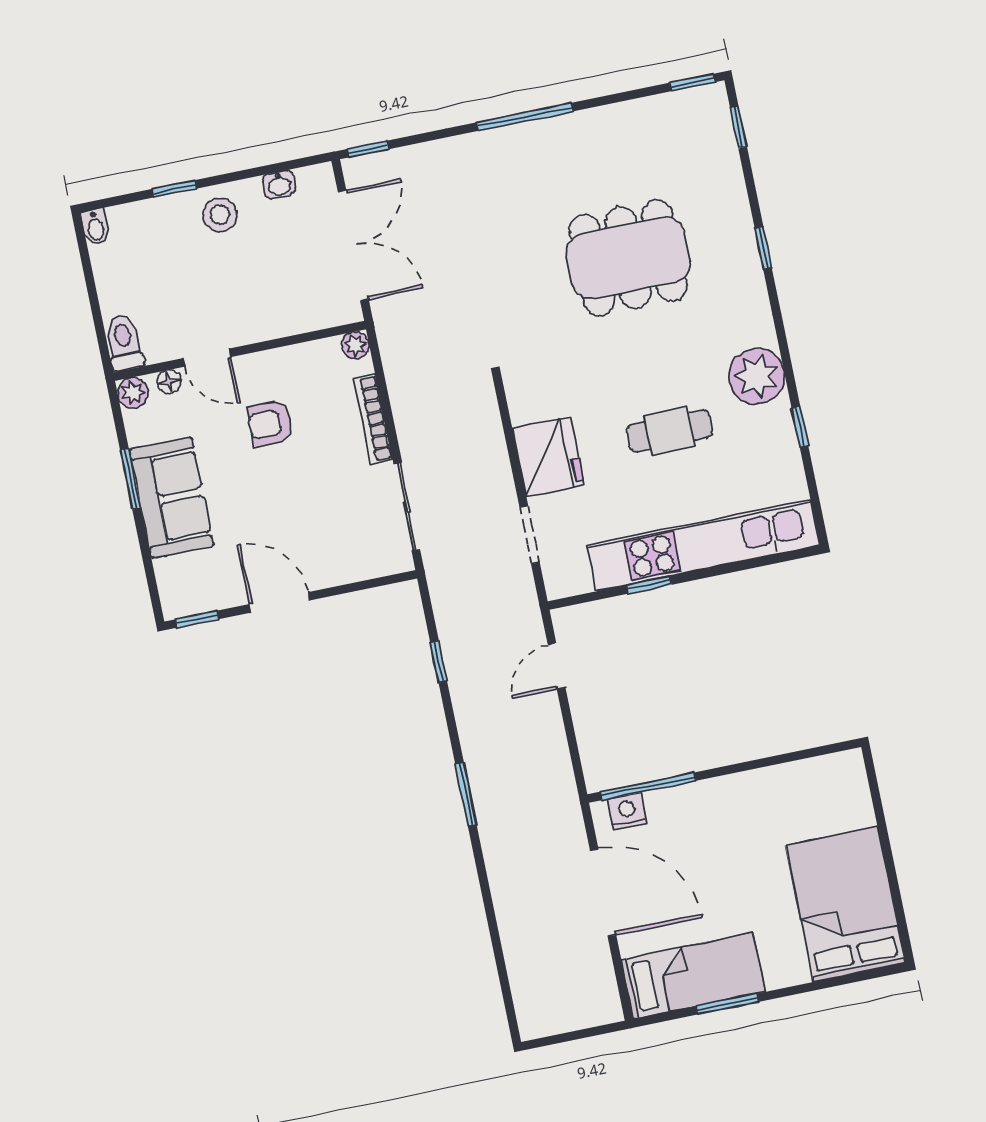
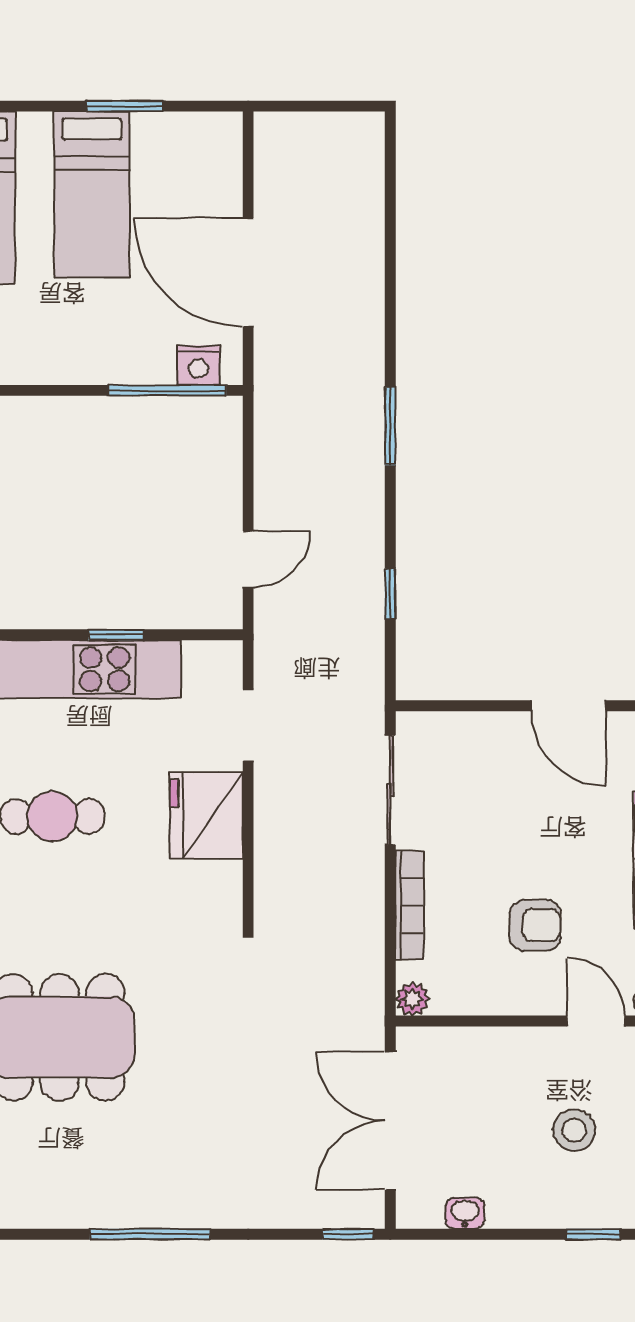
stool: (220, 215) -> (574, 1130), moved
bed: (693, 976) -> (92, 195), moved, turned -90

